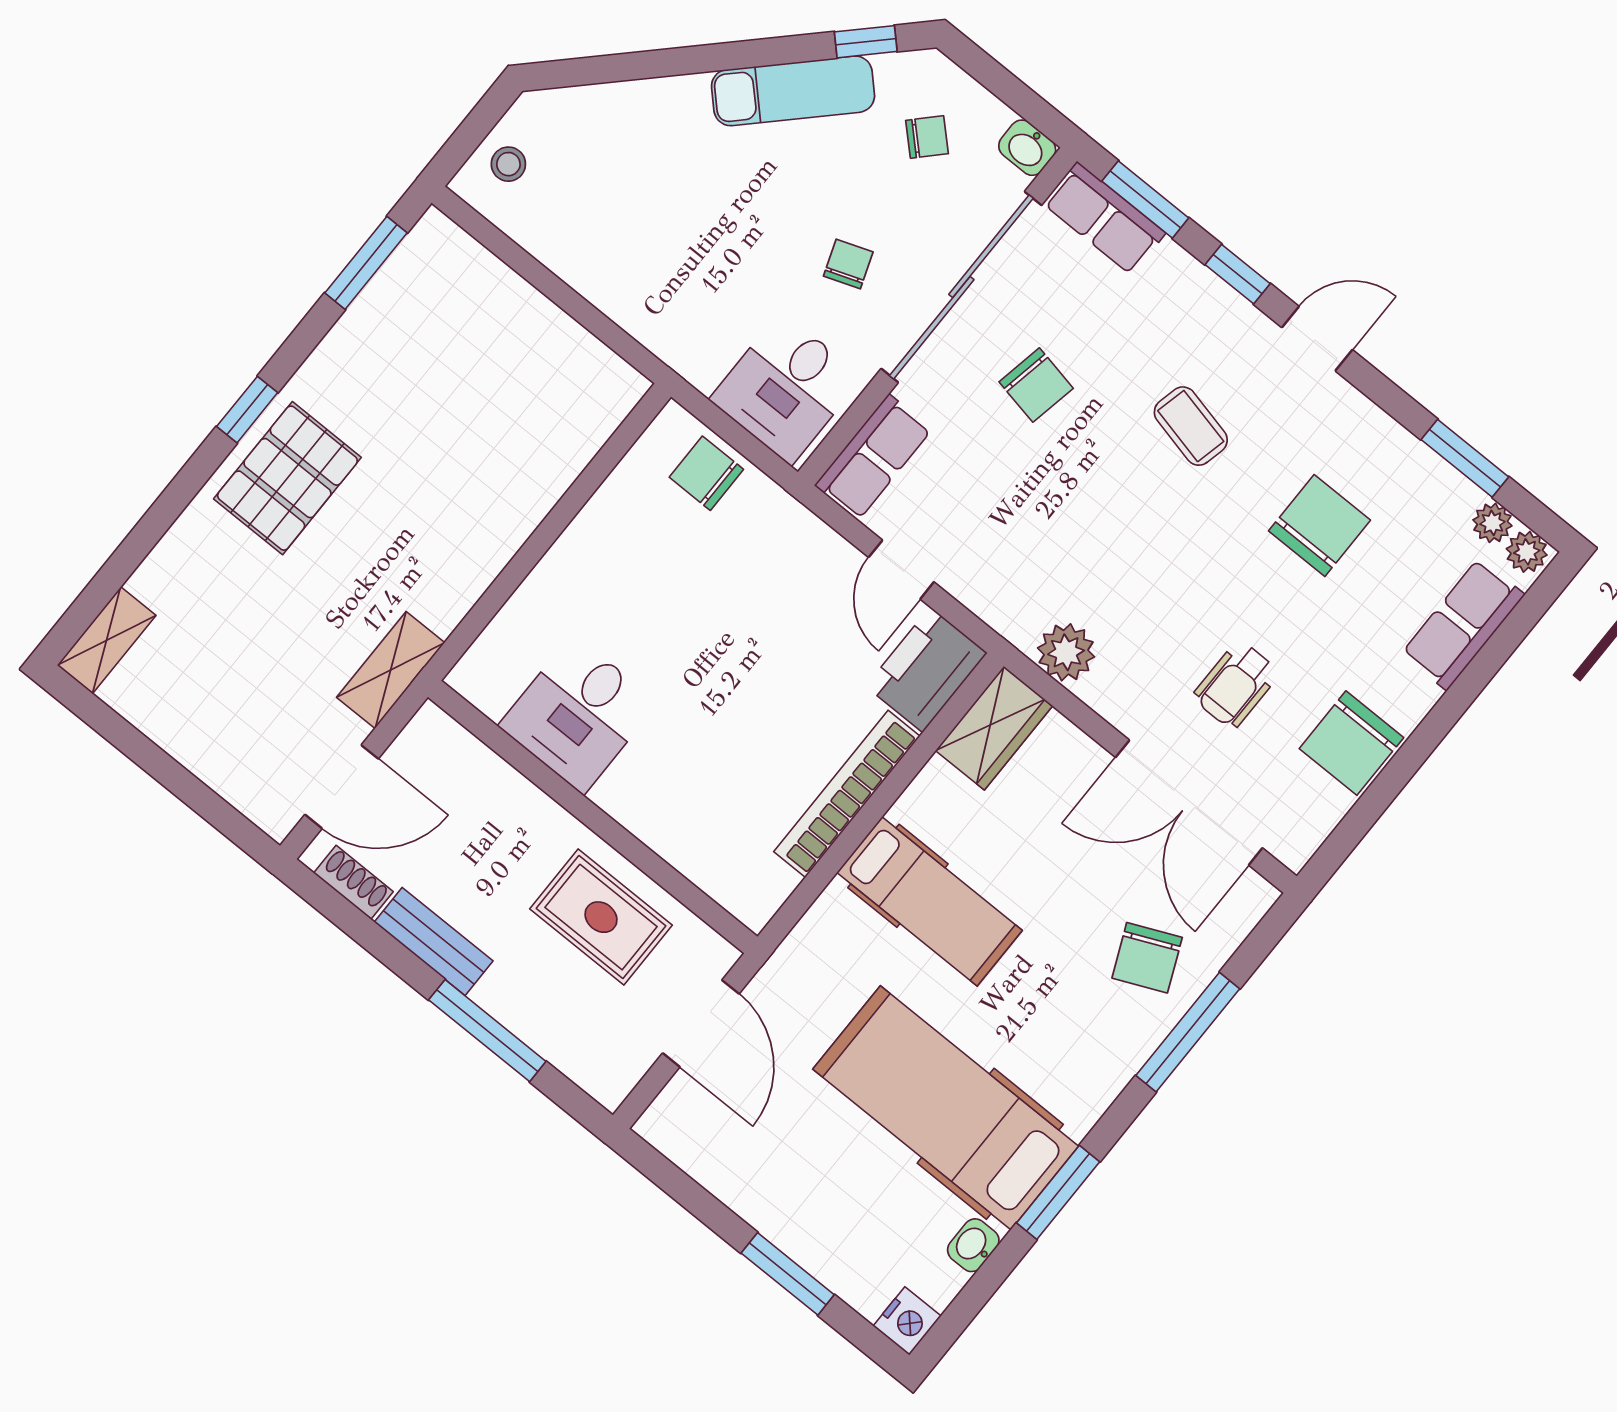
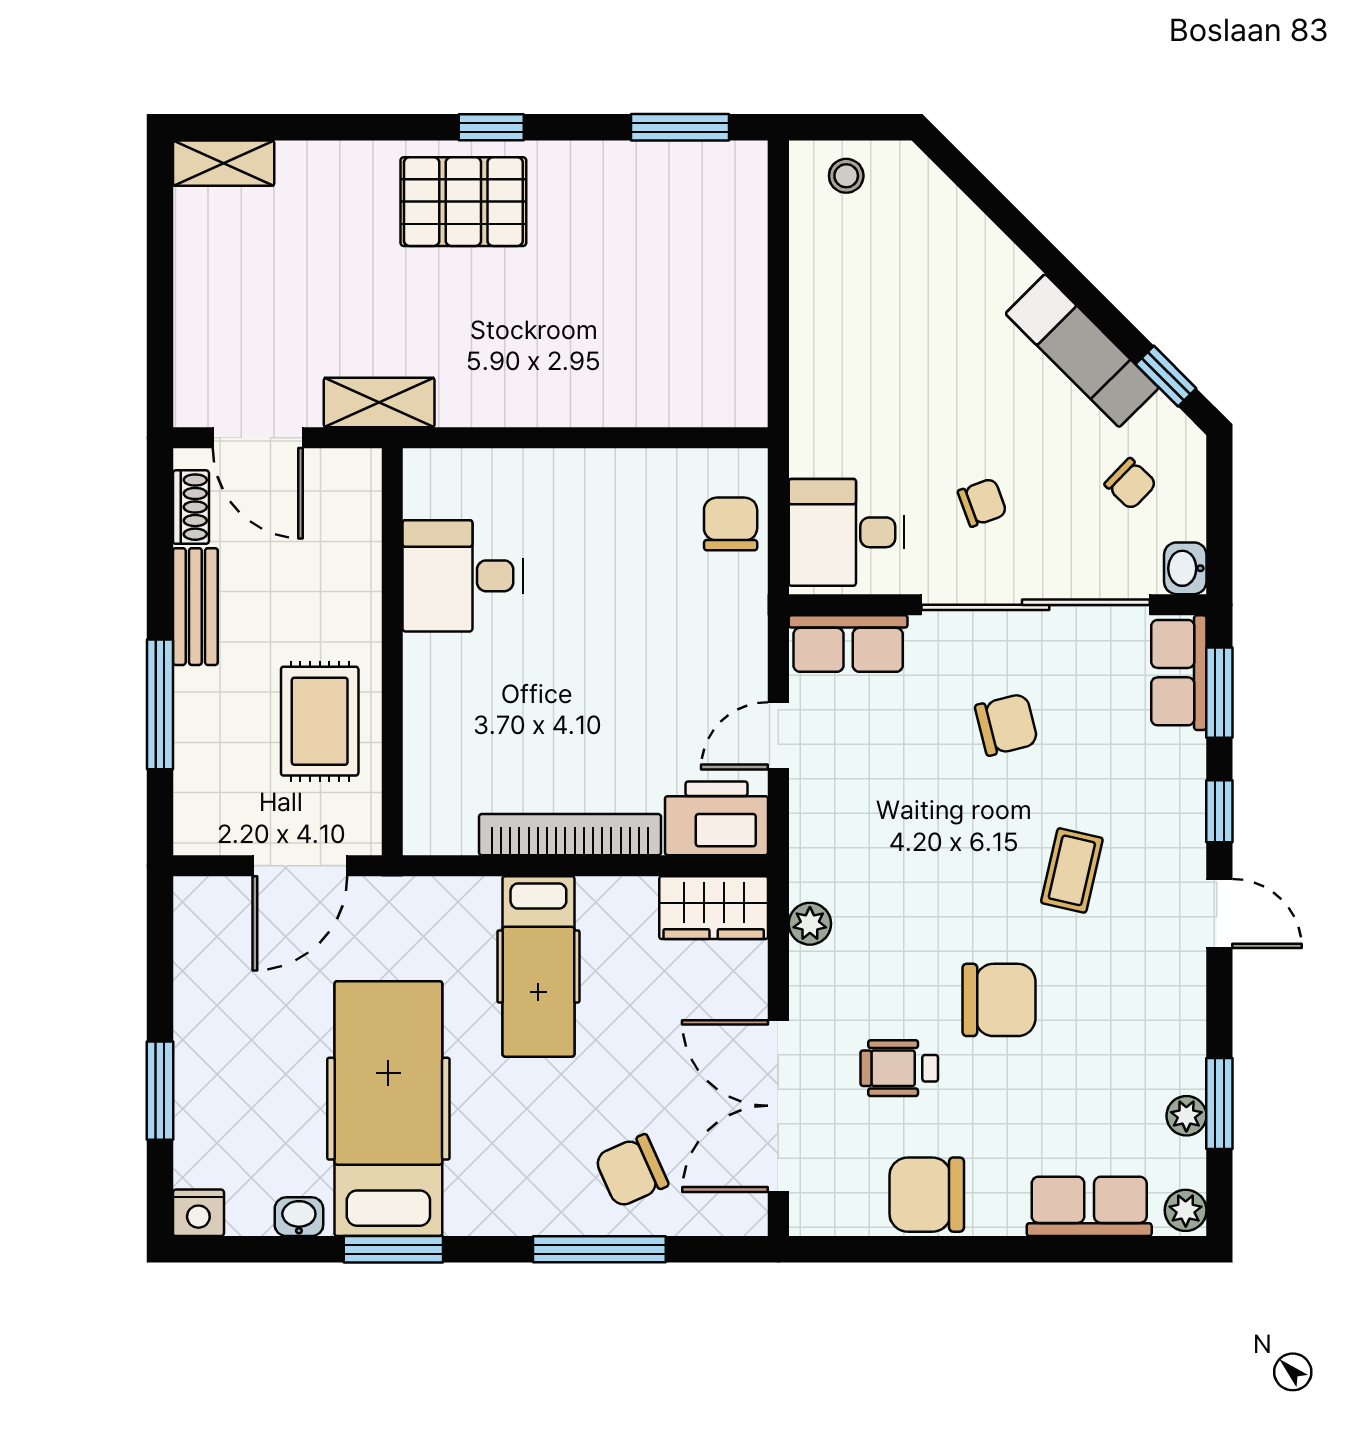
chair: (1036, 385) -> (1006, 725), turned -115
plant: (1492, 523) -> (1186, 1116), moved
chair: (1319, 526) -> (999, 1000), moved
plant: (1066, 652) -> (810, 924), width x0.73, depth x0.73

